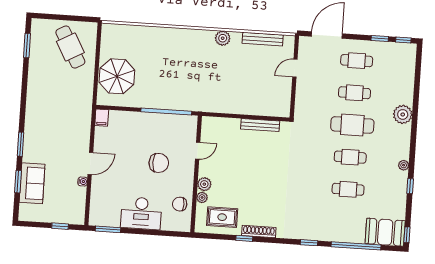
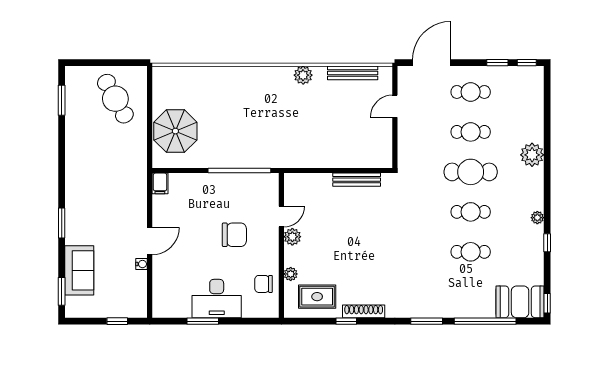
window: (18, 182) -> (62, 291), moved
plant: (204, 184) -> (292, 237), moved
window: (108, 229) -> (203, 321), moved
window: (309, 243) -> (427, 321), width x1.50

